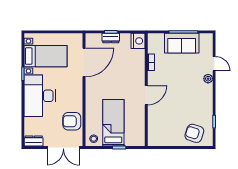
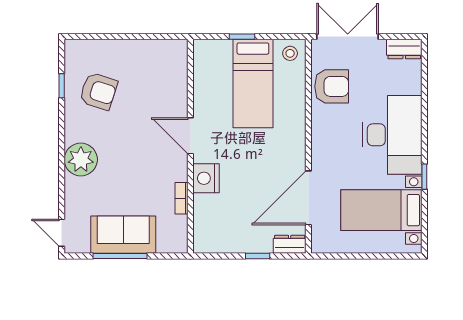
dresser: (111, 38) -> (290, 244), moved
nightstand: (138, 41) -> (206, 178), moved
door: (214, 64) -> (62, 233), moved
plant: (208, 79) -> (81, 160), width x1.87, depth x1.87
door: (146, 95) -> (190, 136), hinge flipped
armchair: (194, 133) -> (98, 91), moved

